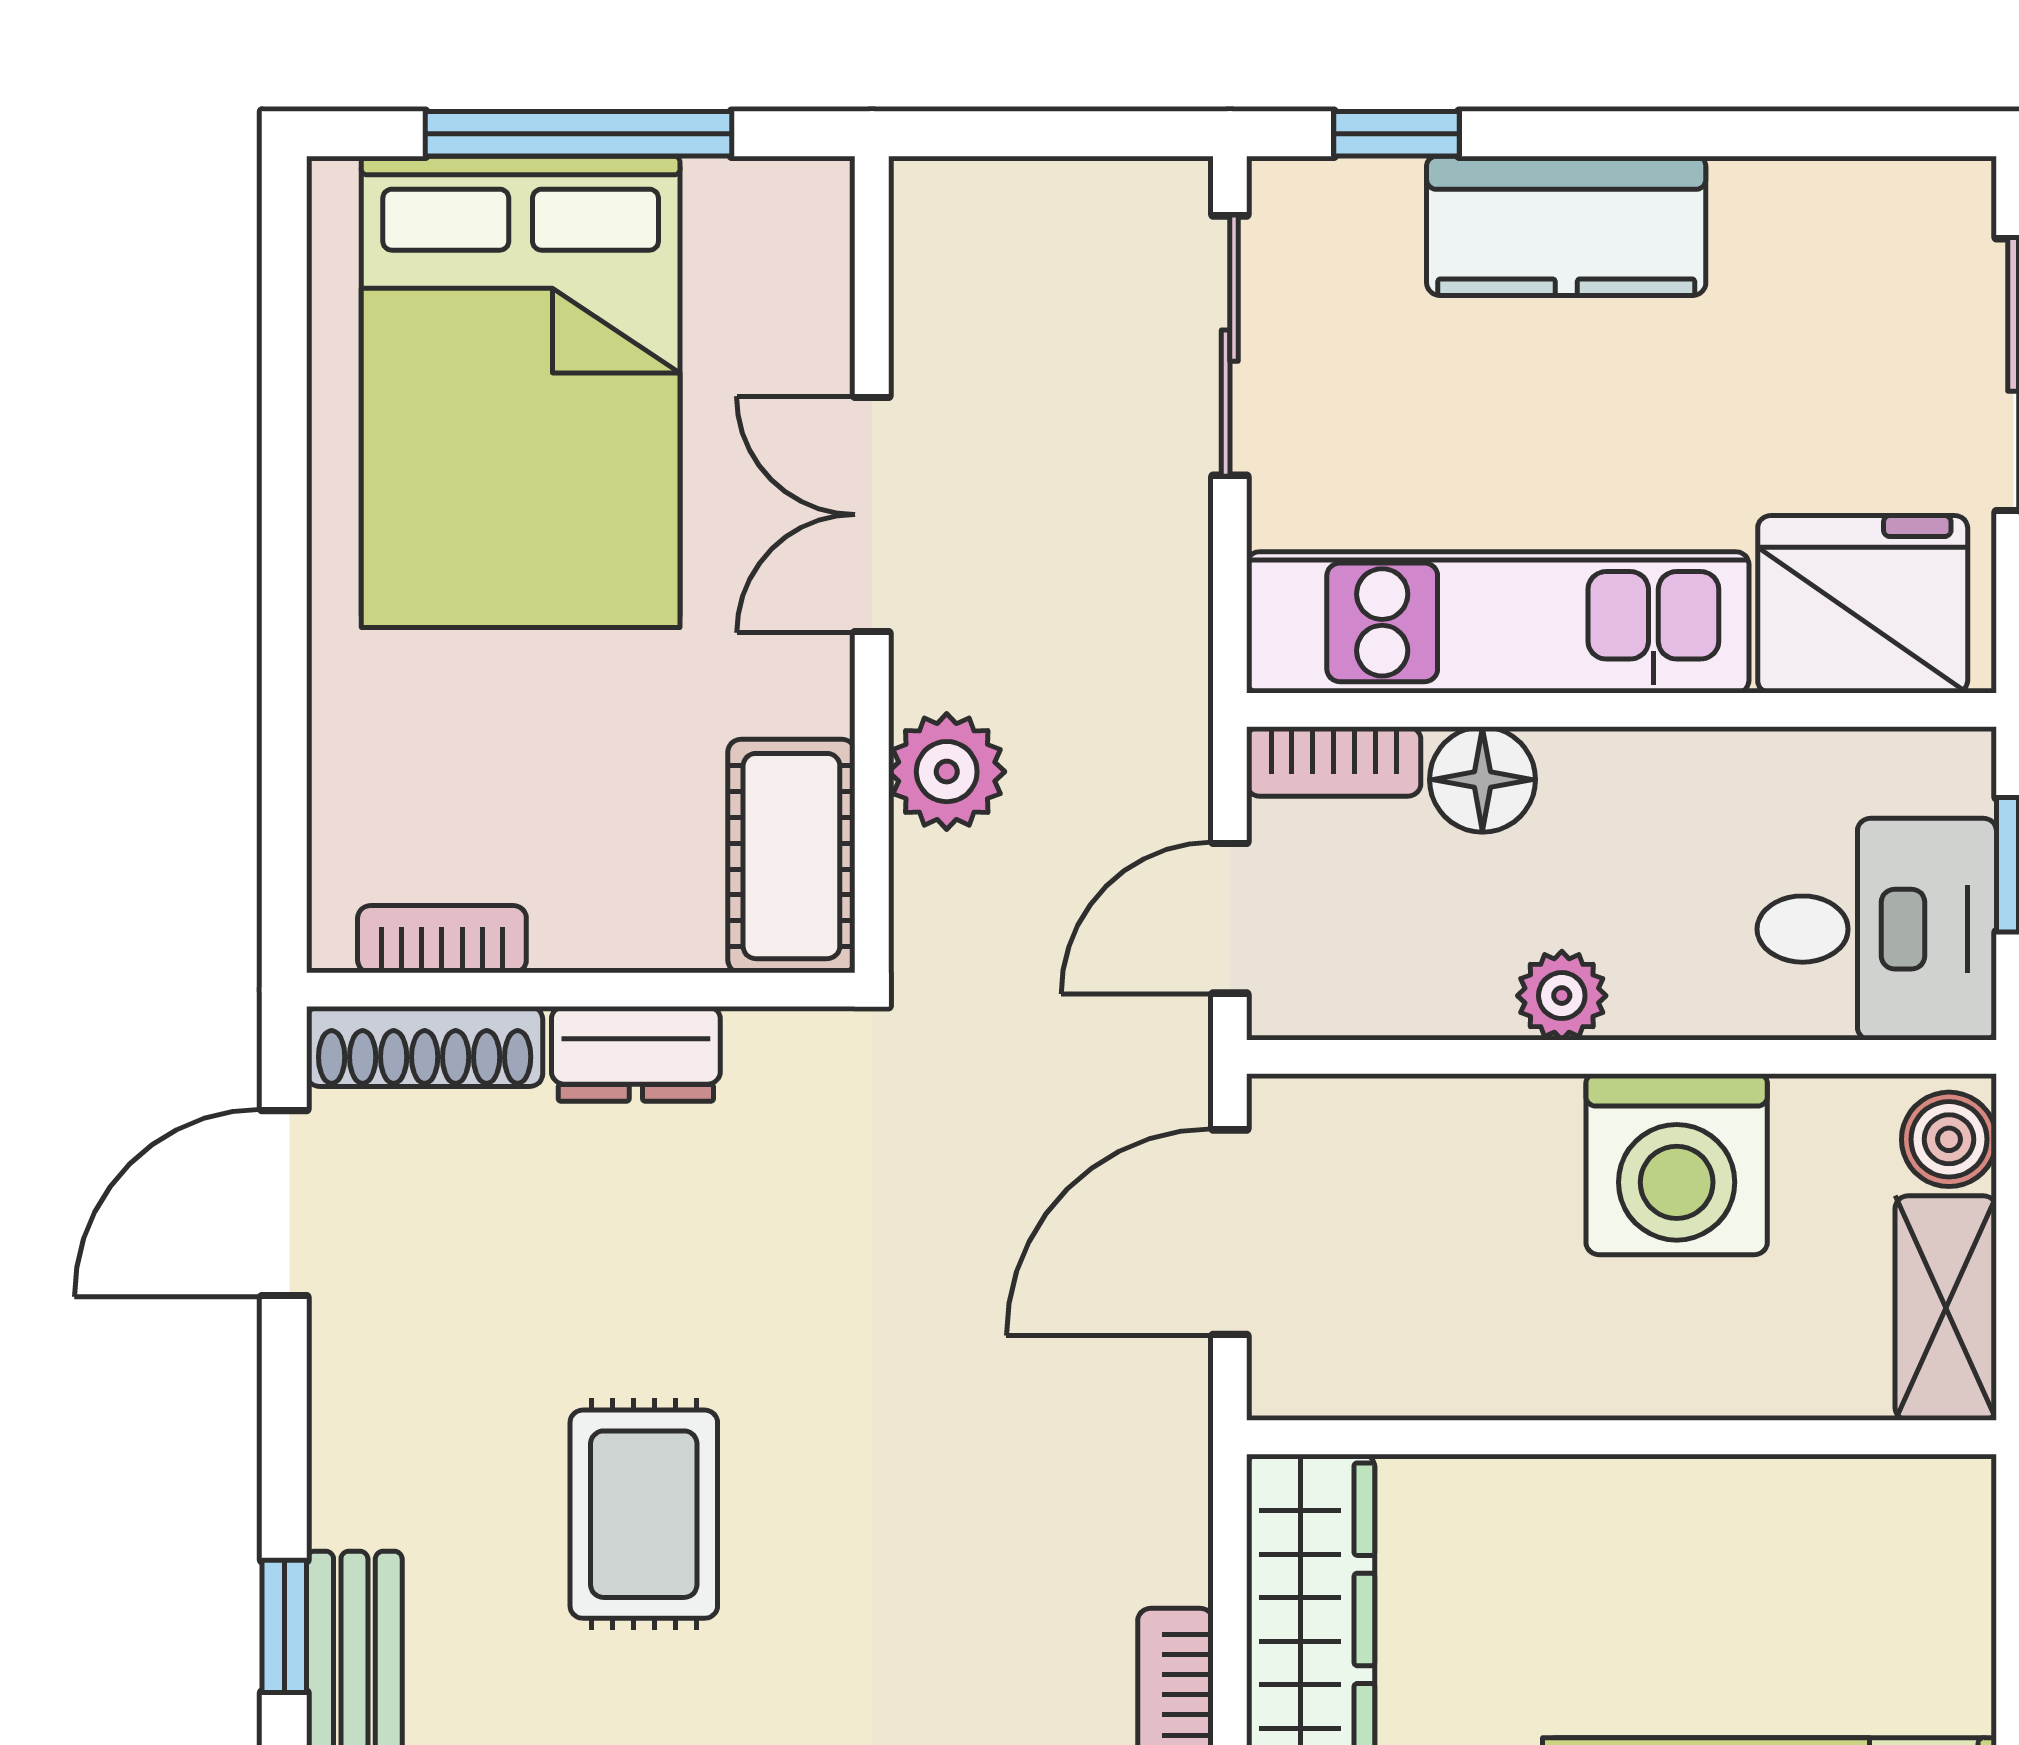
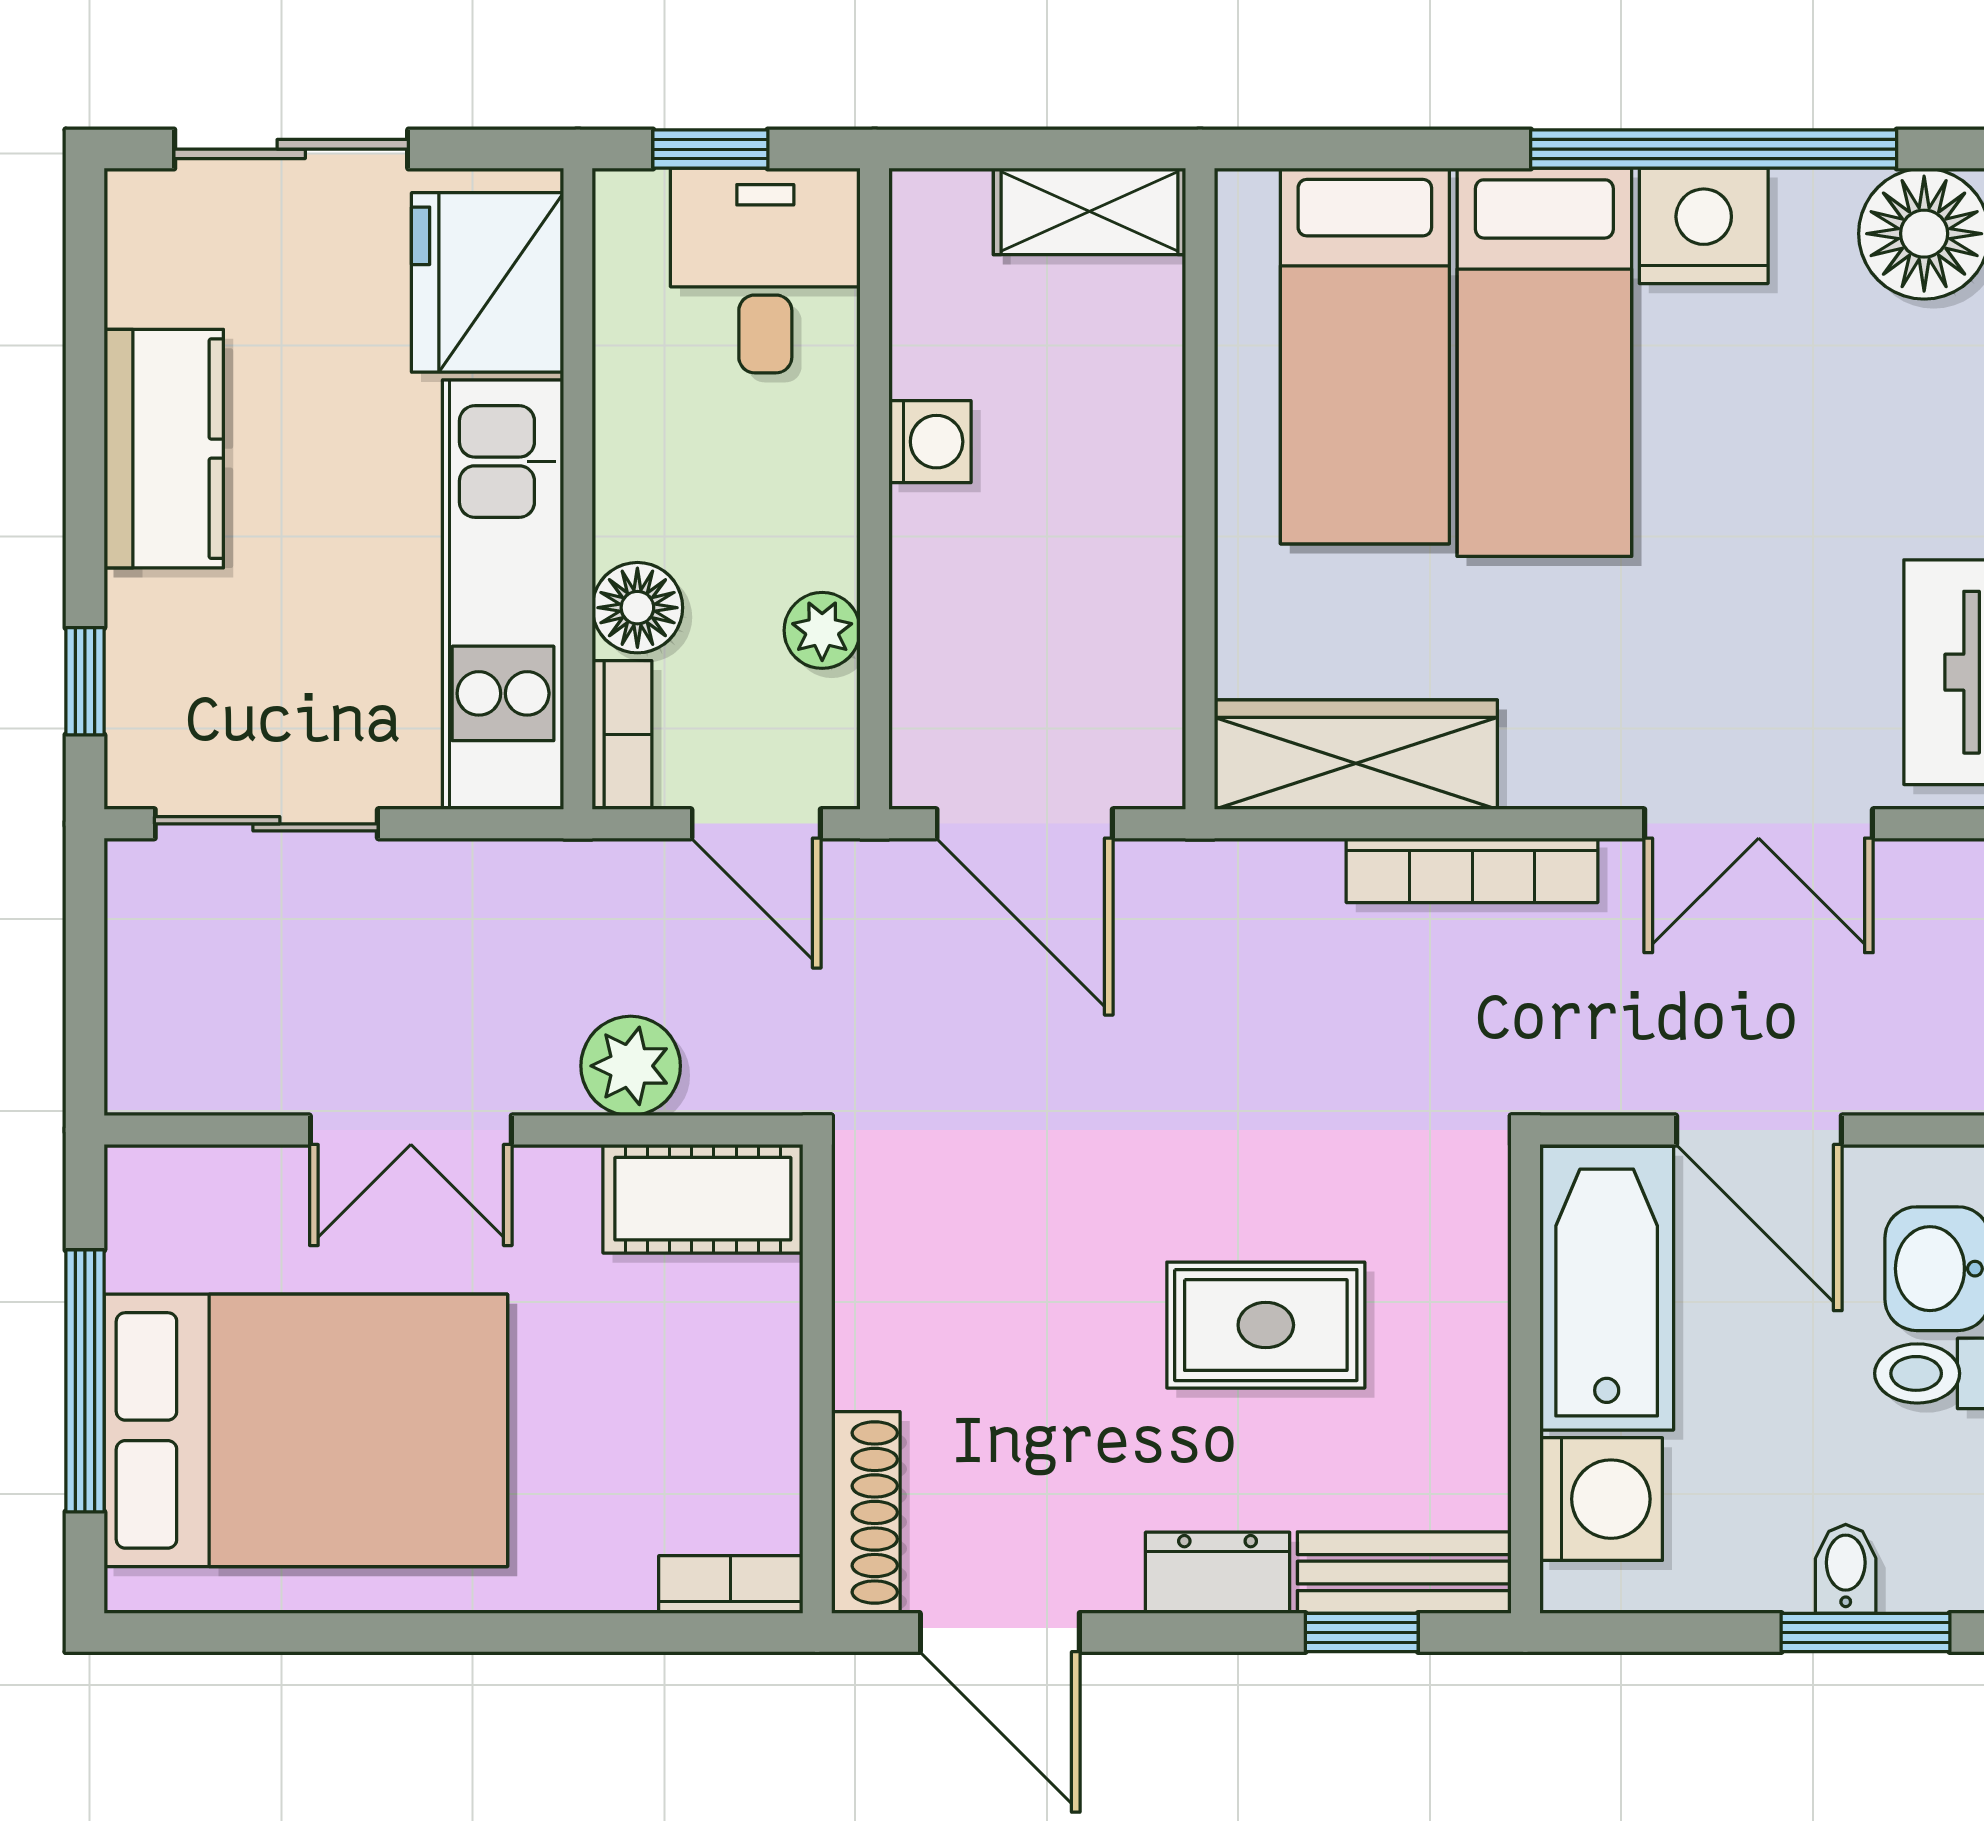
kitchen counter: (1566, 226) -> (164, 449), moved
bookcase: (442, 939) -> (731, 1585), moved, turned 90
plant: (1562, 996) -> (822, 630), moved
dresser: (636, 1054) -> (1218, 1573), moved, turned -90
boiler: (1949, 1139) -> (945, 209), removed
washing machine: (1677, 1164) -> (930, 442), width x0.53, depth x0.53
bed: (1777, 1630) -> (1365, 356), added

